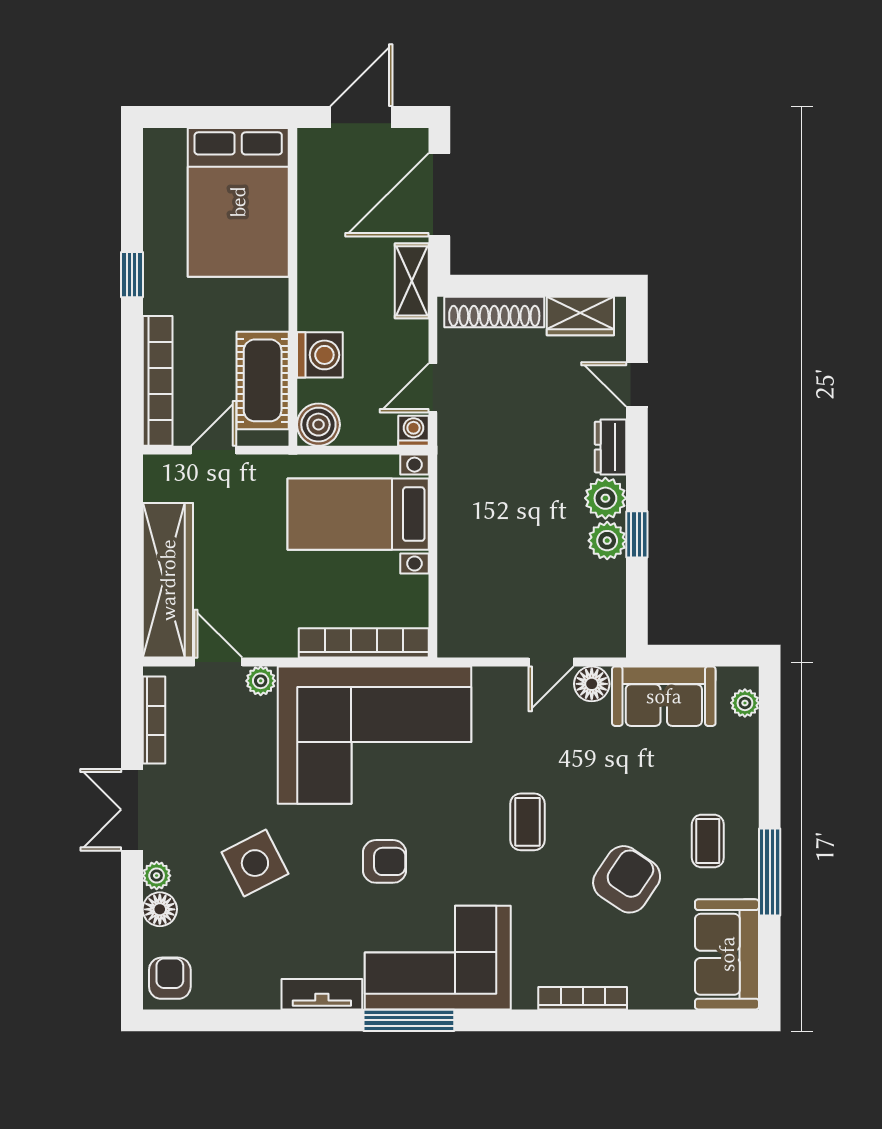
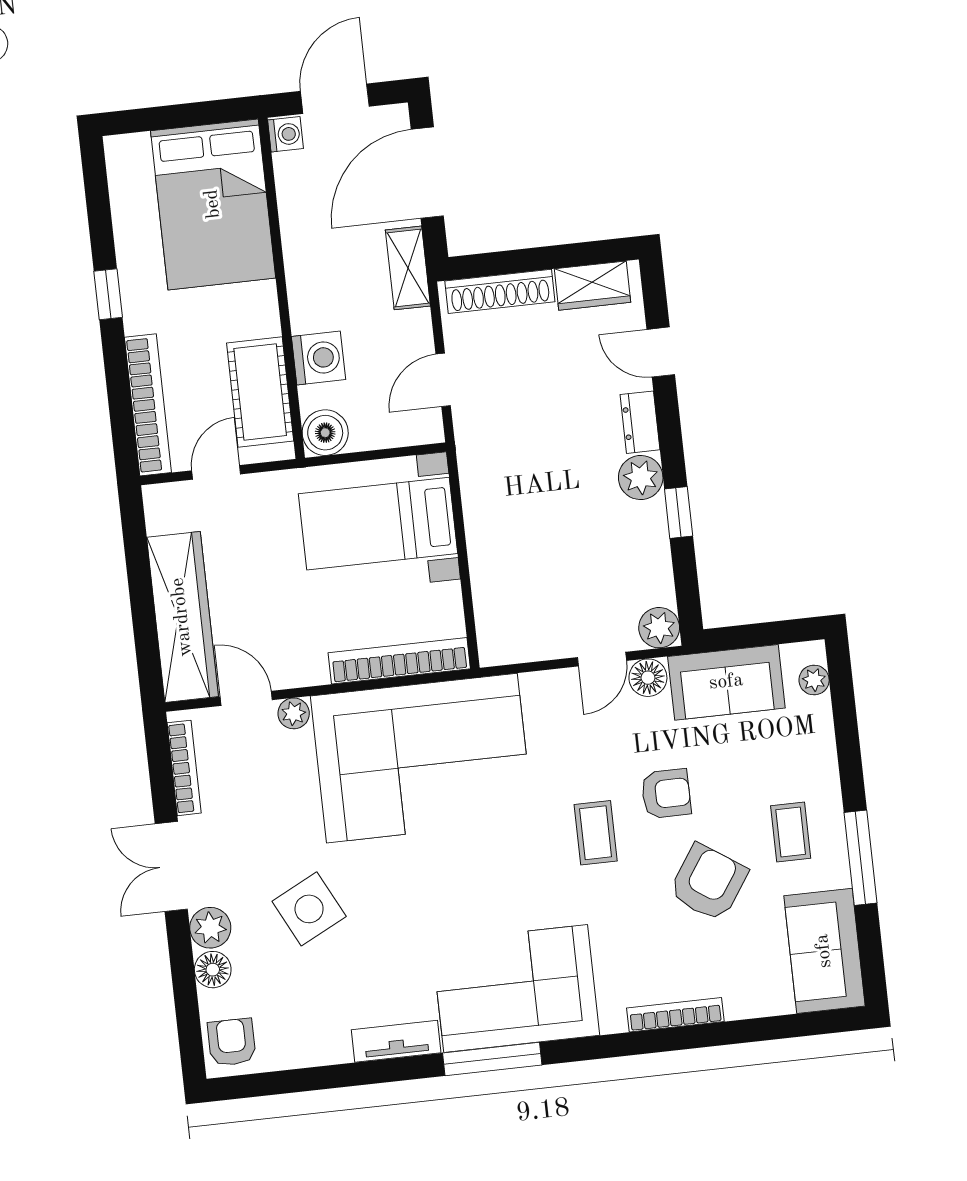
washing machine: (413, 431) -> (285, 134), moved, turned 90
plant: (607, 541) -> (659, 628), moved
armchair: (385, 861) -> (666, 794), moved
plant: (157, 876) -> (210, 928), width x1.38, depth x1.38

